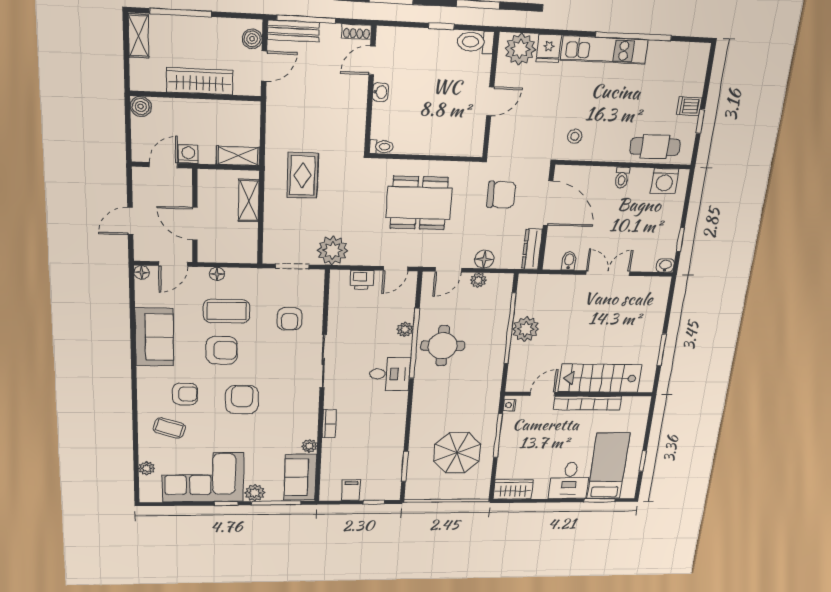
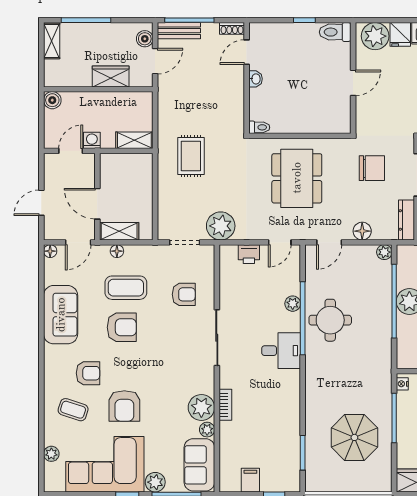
wardrobe: (200, 81) -> (111, 76), width x0.67
shelving: (249, 201) -> (119, 231), moved, turned 90
dining table: (419, 203) -> (297, 178), turned 90
plant: (478, 280) -> (384, 252), moved
armchair: (290, 319) -> (184, 294), turned -90
armchair: (242, 400) -> (124, 406), moved, turned 180
plant: (304, 426) -> (201, 407), added

